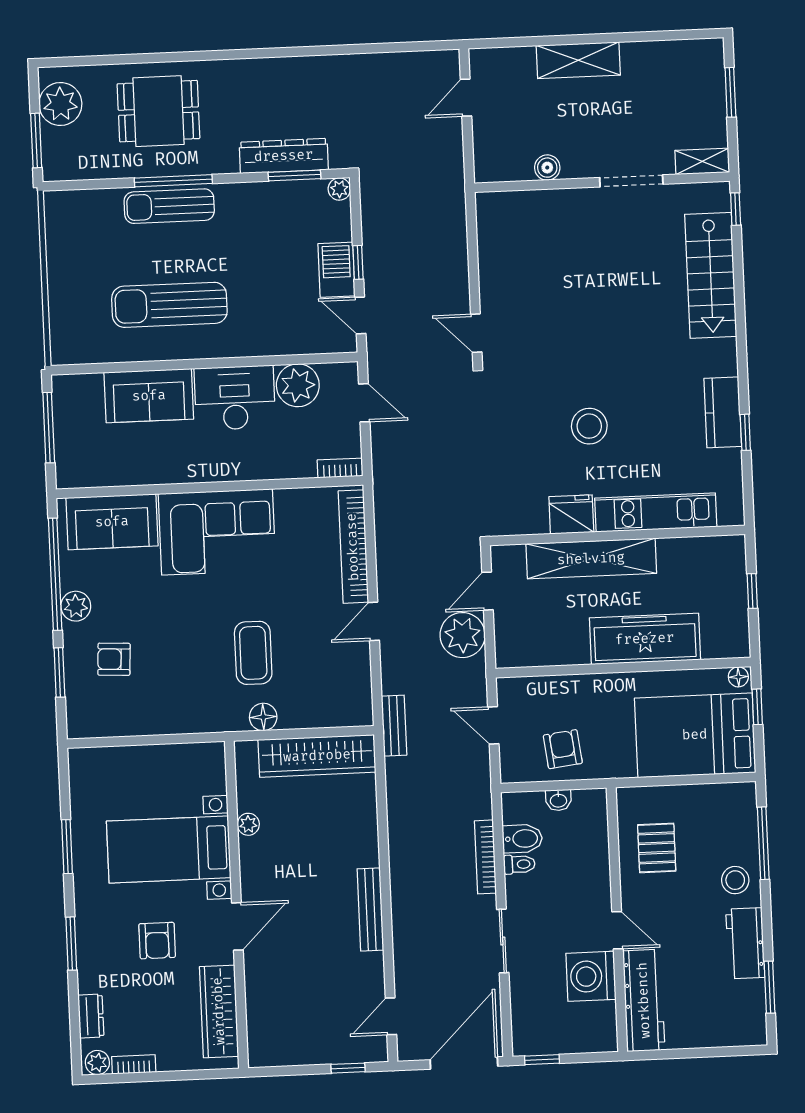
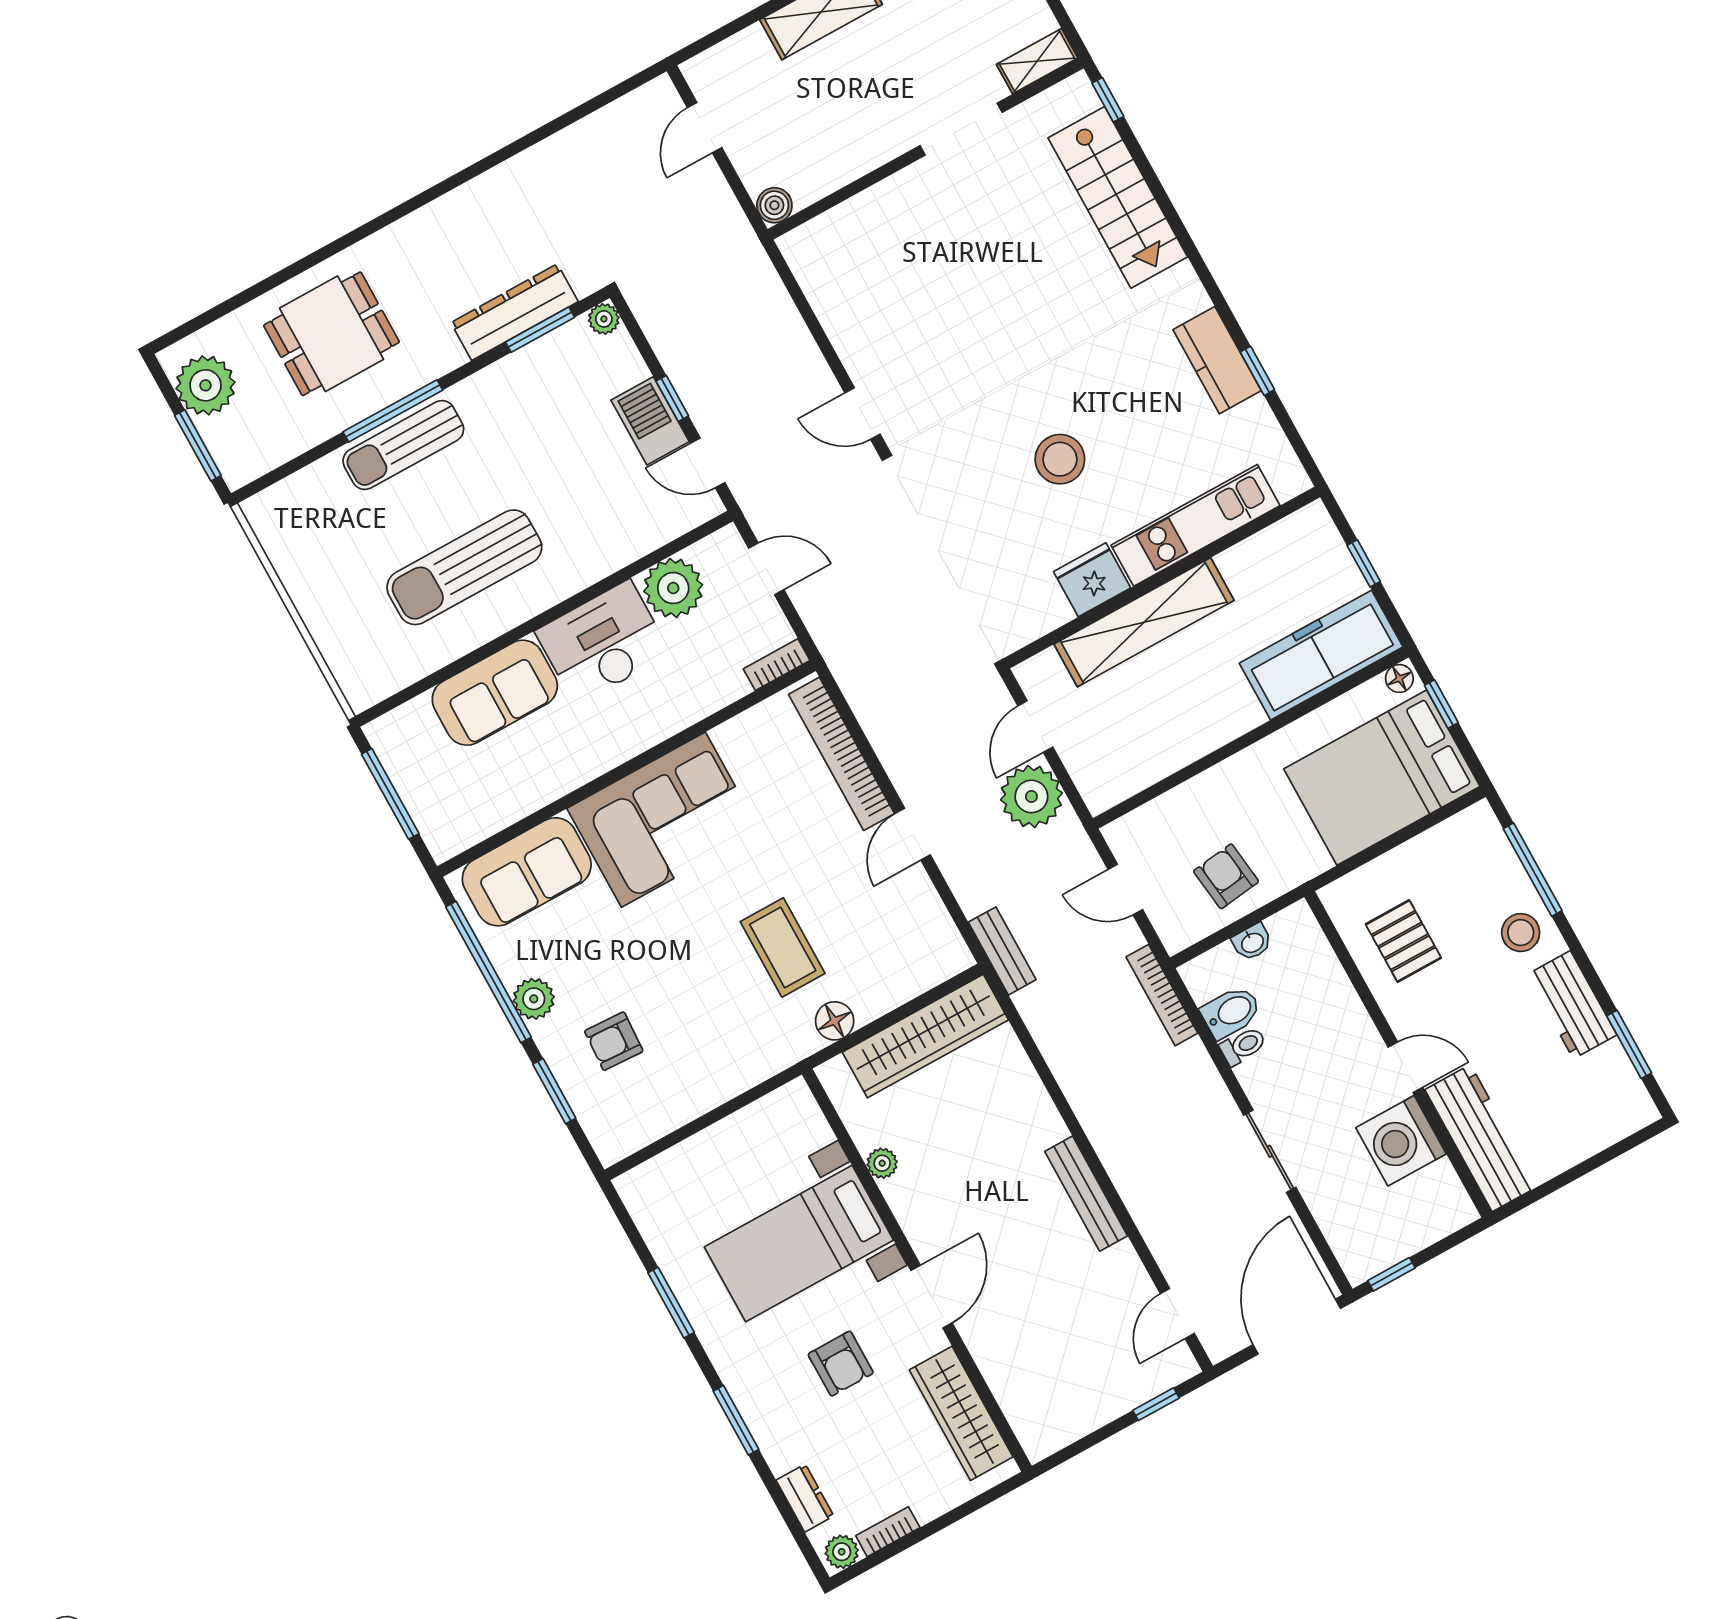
boiler: (547, 168) -> (774, 205), moved
freezer: (645, 639) -> (1321, 655), moved
bookcase: (485, 857) -> (1162, 995), moved

